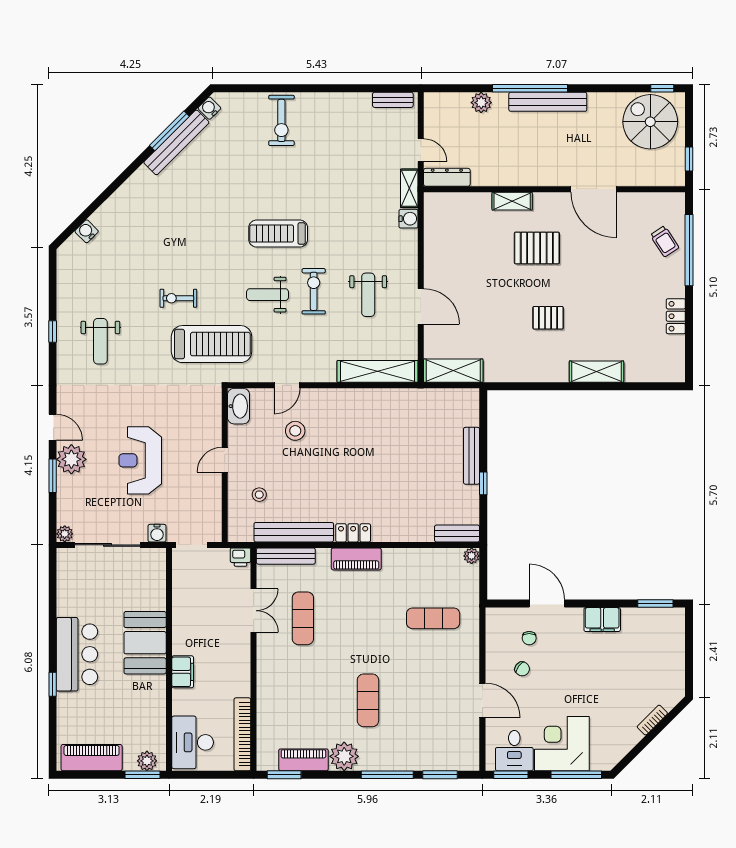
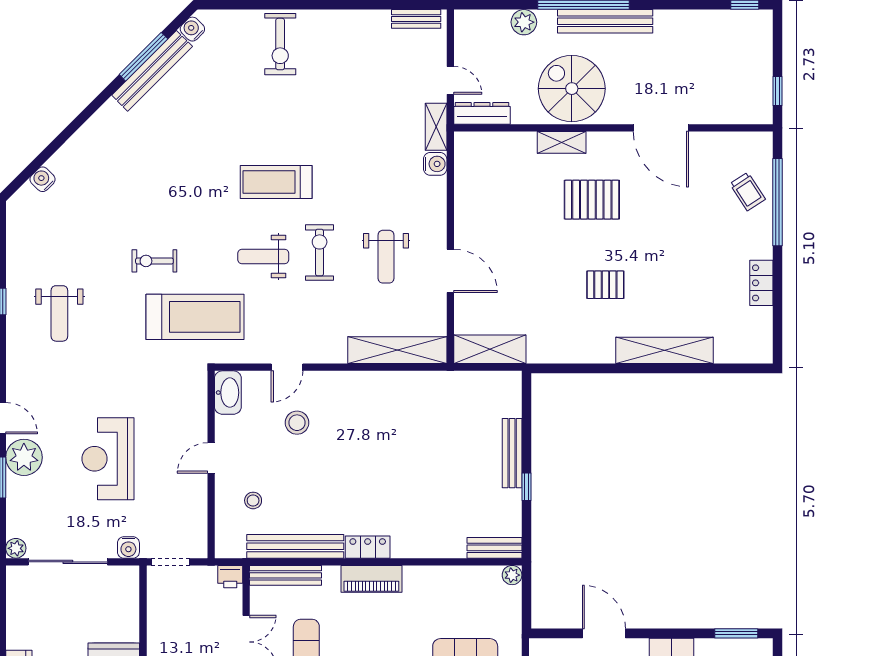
spiral stairs: (650, 122) -> (572, 89), moved
shelving: (596, 372) -> (664, 350), width x1.47

